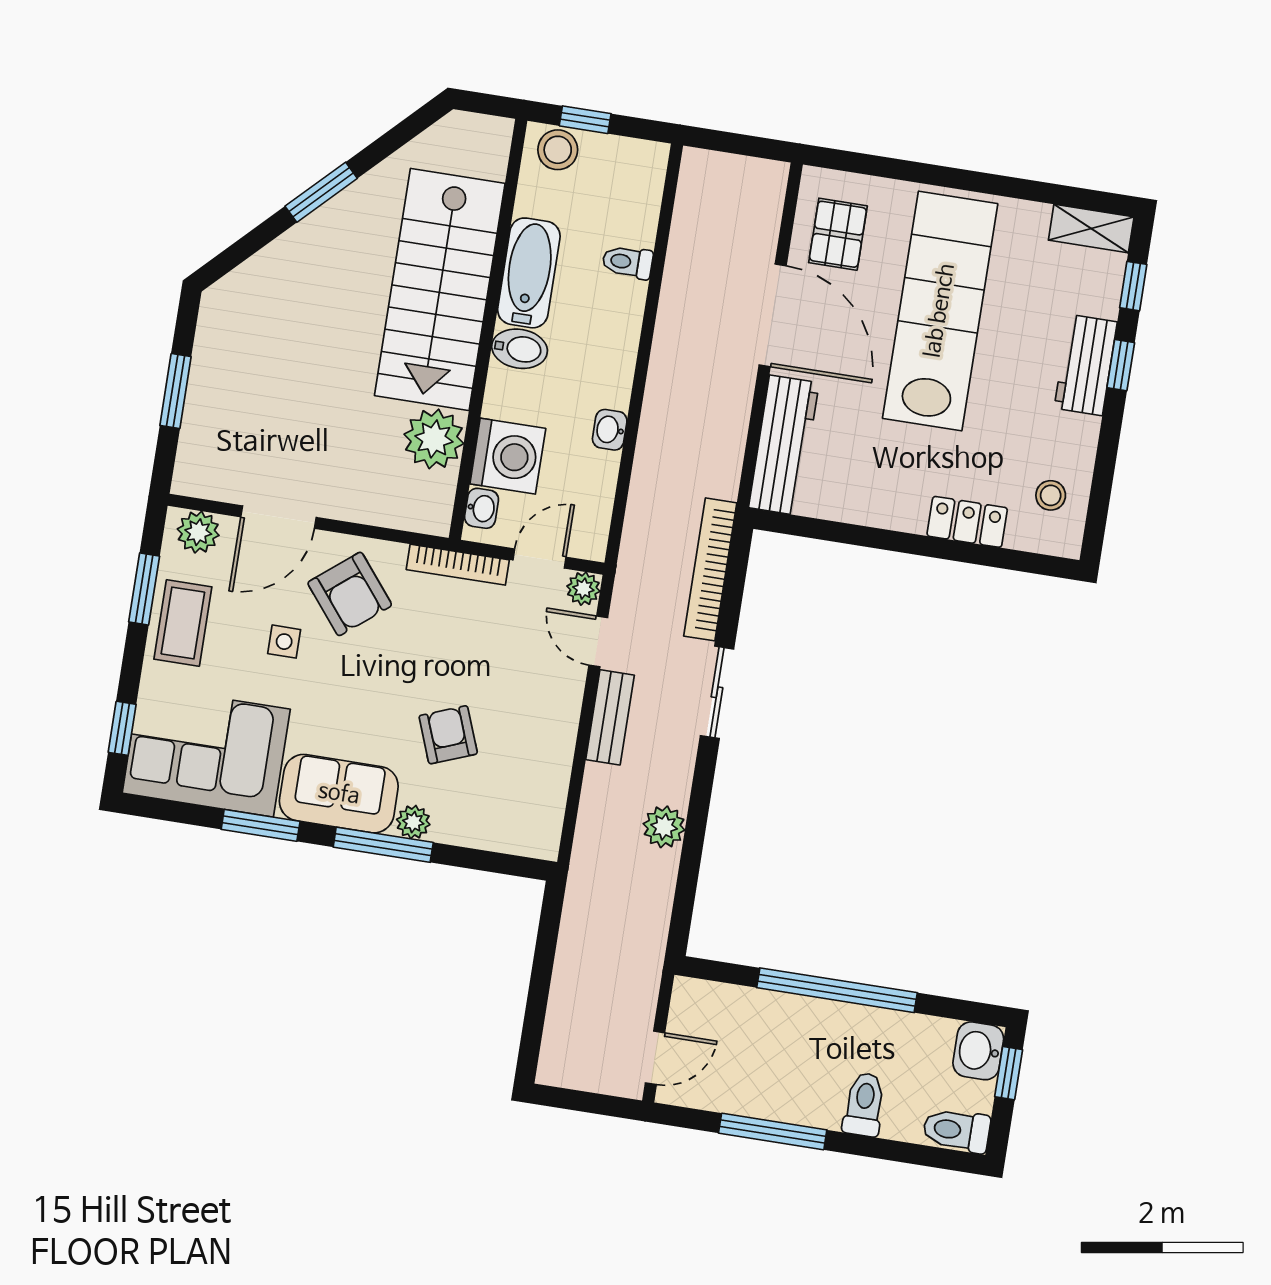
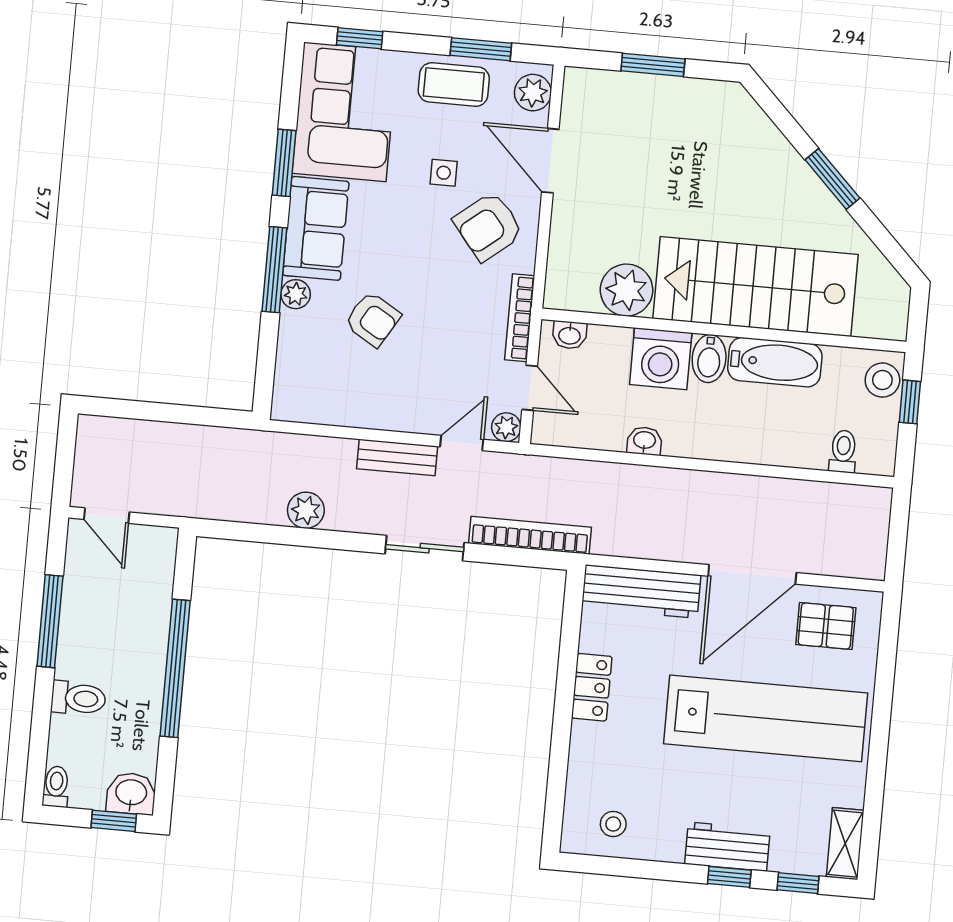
toilet: (628, 262) -> (843, 451), moved
washing machine: (508, 456) -> (661, 359), moved
locker: (967, 522) -> (592, 687), moved
armchair: (448, 735) -> (373, 319), turned 52
toilet: (956, 1130) -> (56, 787), width x0.73, depth x0.72

